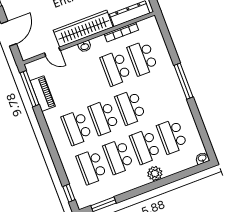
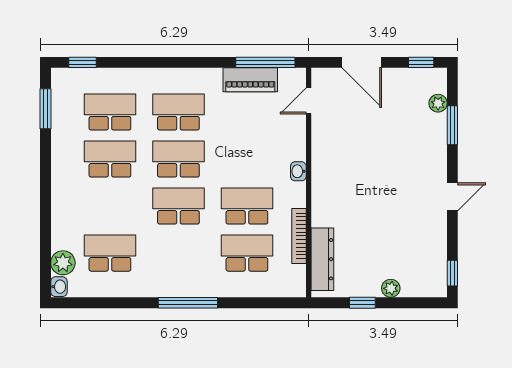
wardrobe: (83, 29) -> (326, 179), removed
door: (52, 52) -> (309, 101), moved
school desk: (145, 146) -> (110, 206), removed
plant: (155, 174) -> (63, 263), moved

